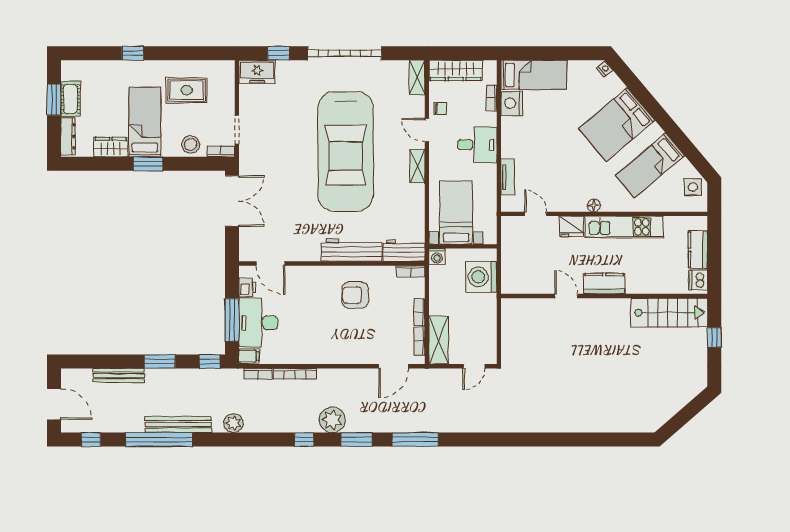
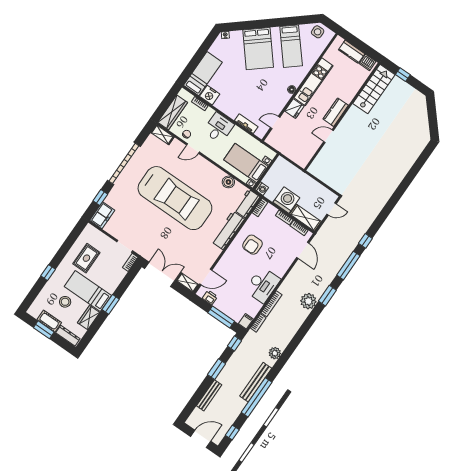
stool: (191, 145) -> (65, 302), moved
shelving: (417, 166) -> (187, 283), moved
boiler: (415, 207) -> (228, 182), added
washing machine: (481, 277) -> (286, 200), moved, turned 180
desk: (258, 323) -> (263, 285), moved, turned -90
door: (474, 366) -> (332, 209), hinge flipped
window: (304, 440) -> (365, 241), moved

